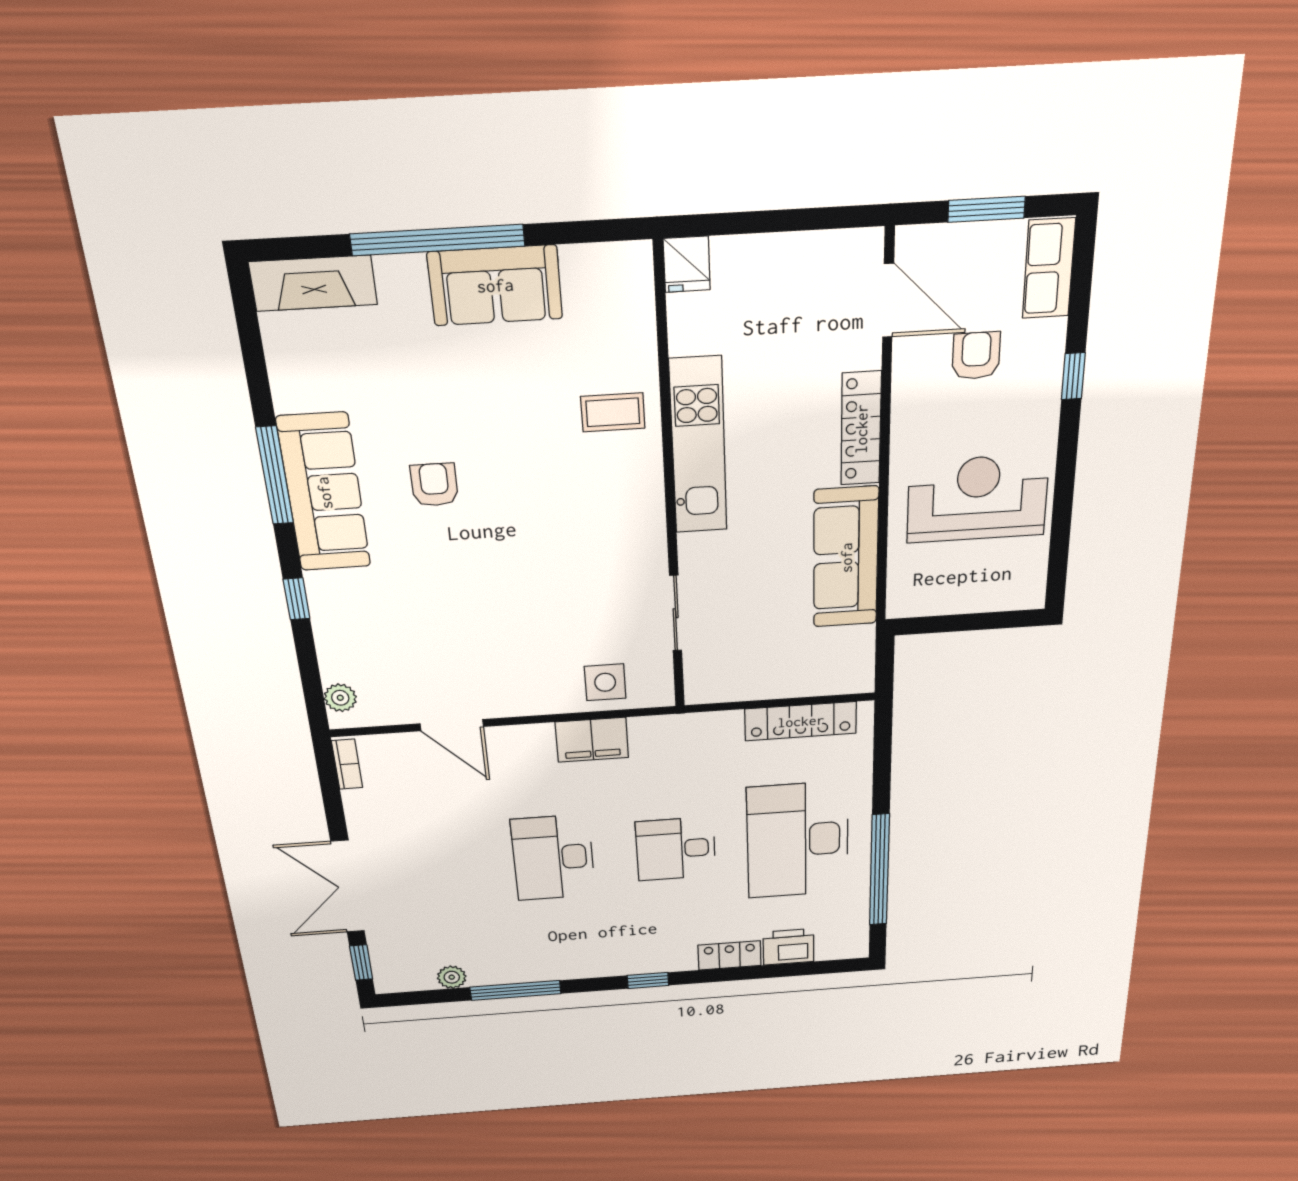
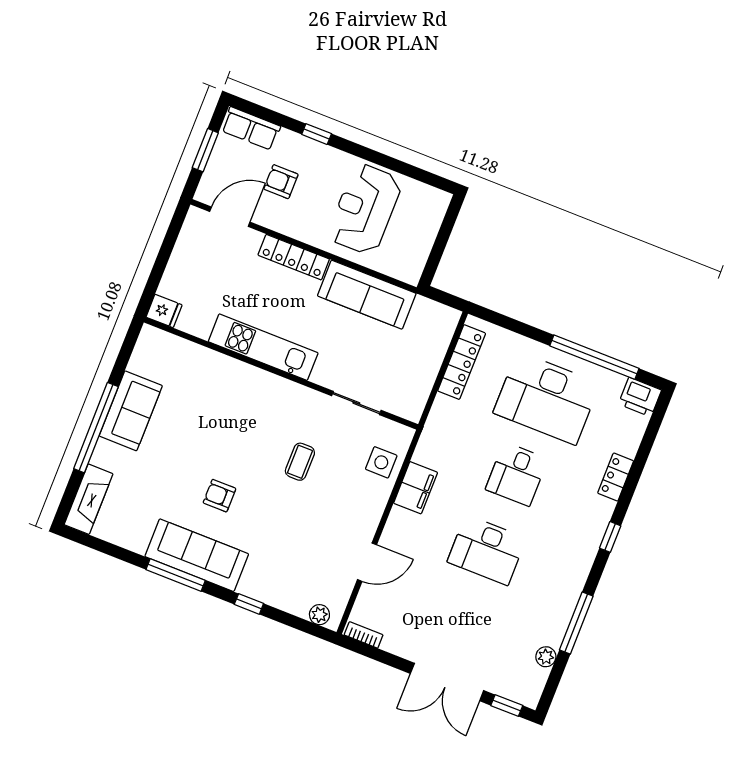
coffee table: (613, 412) -> (300, 462), moved
printer: (788, 947) -> (640, 397), moved, turned -90

